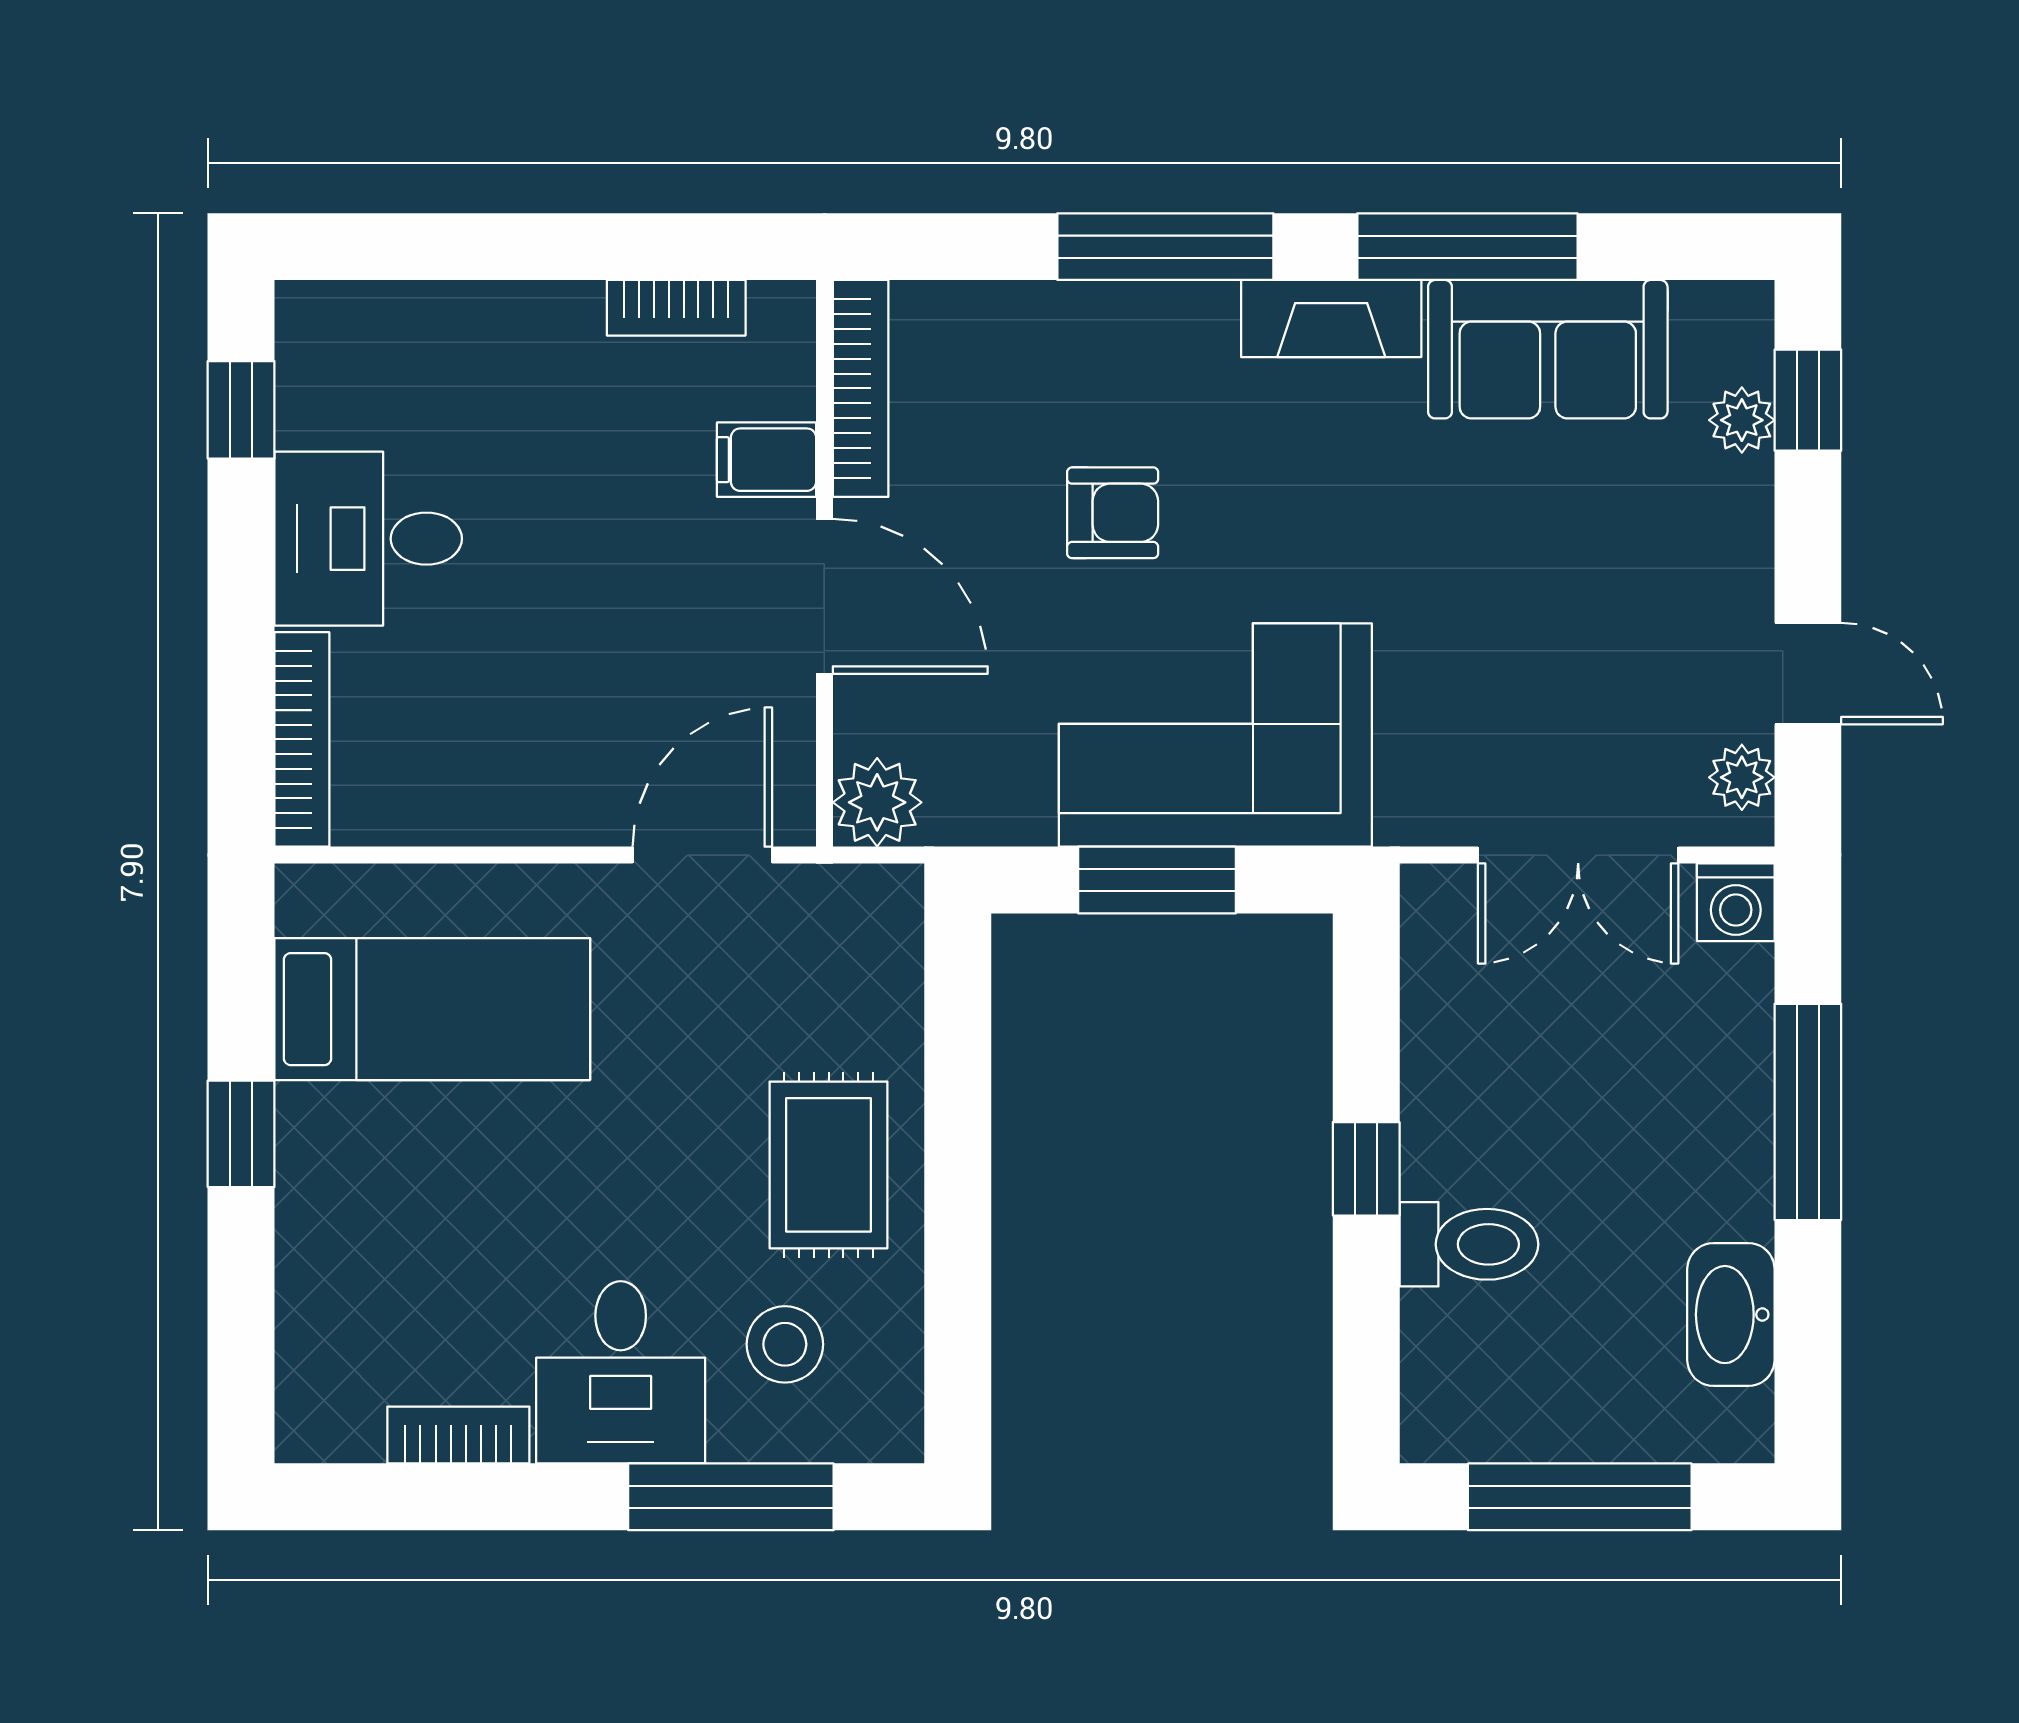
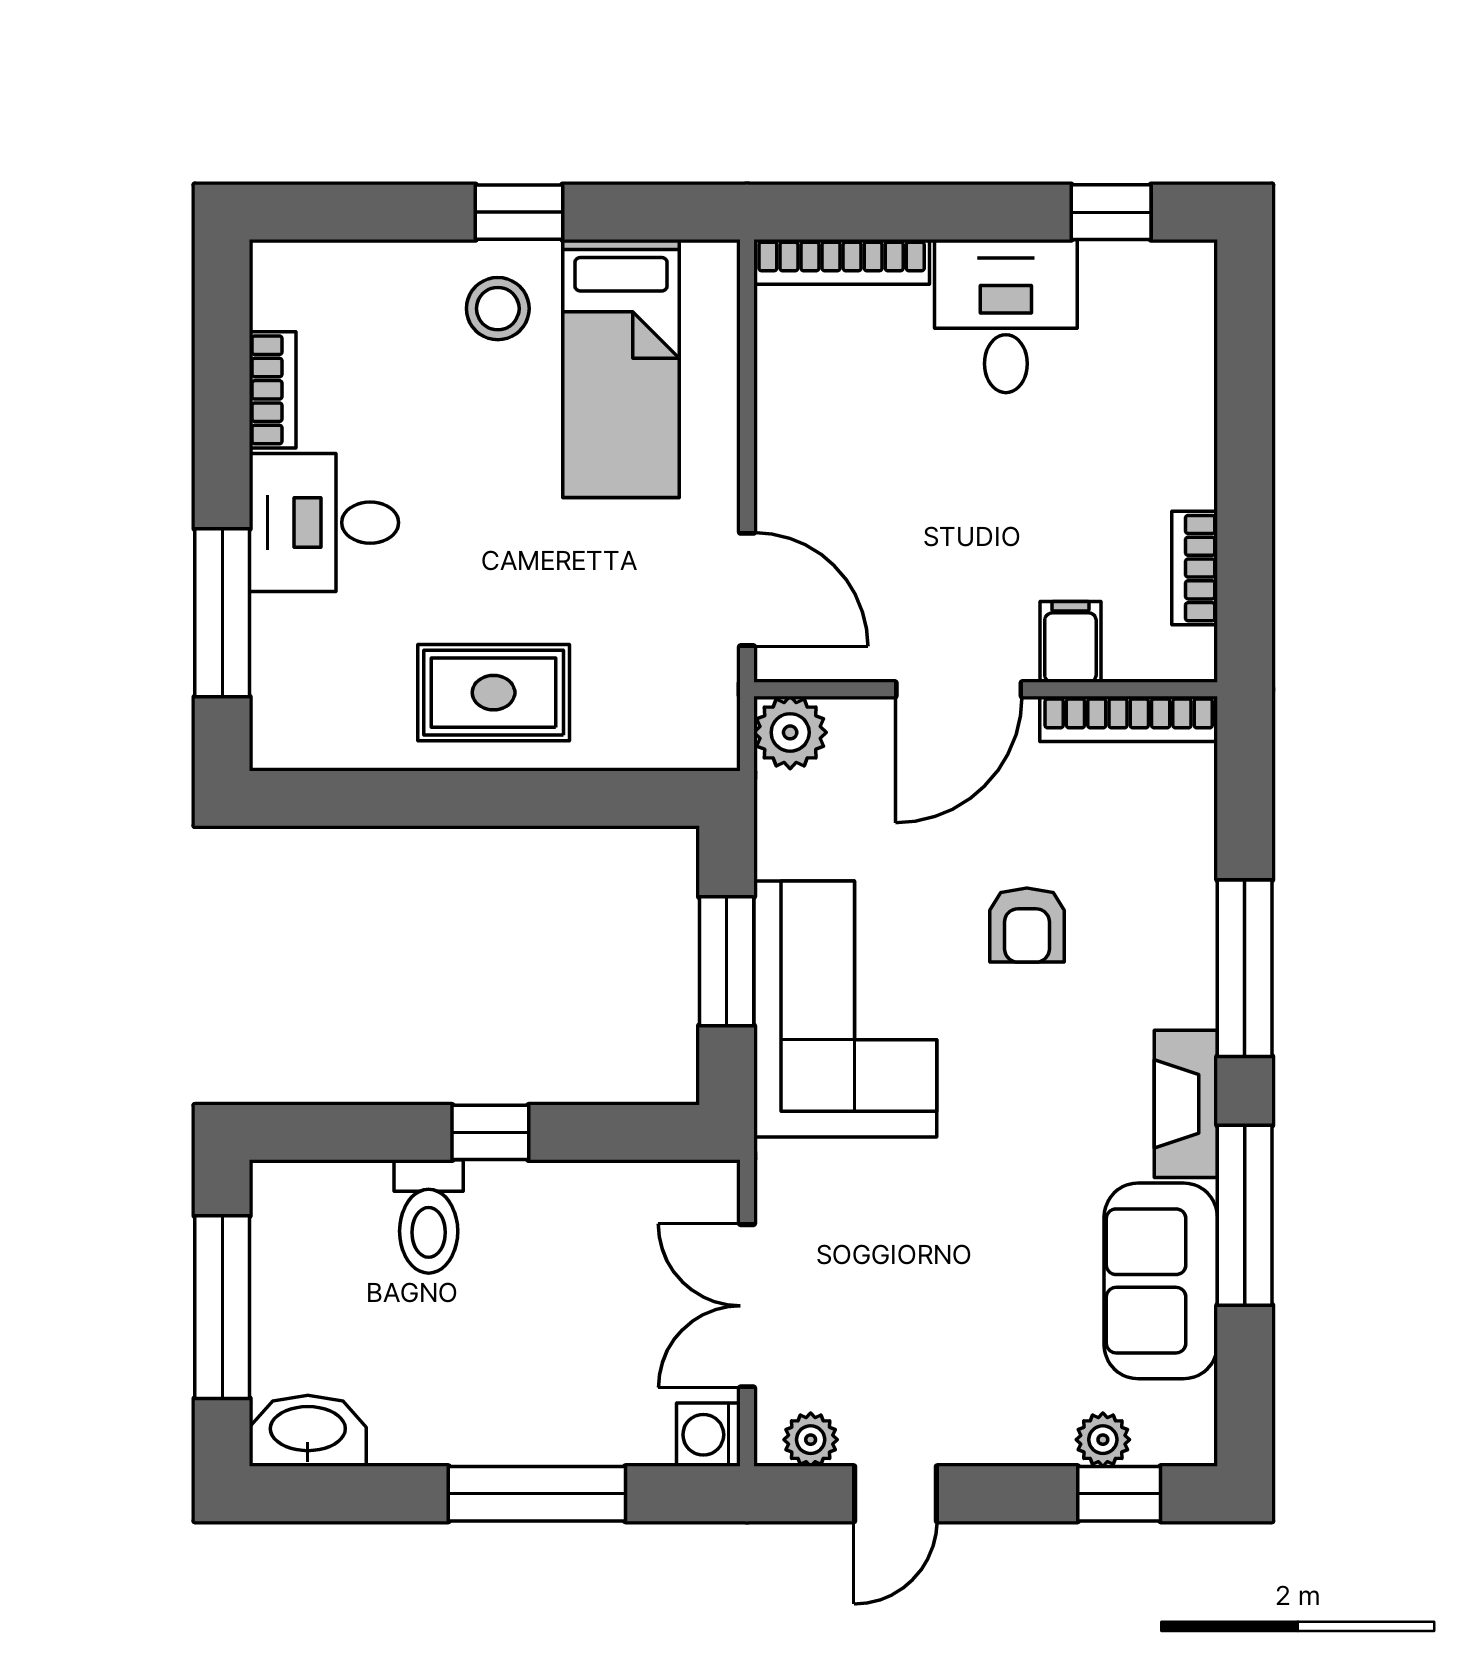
washbasin: (1731, 1315) -> (308, 1431), moved
stool: (785, 1344) -> (498, 309), moved

